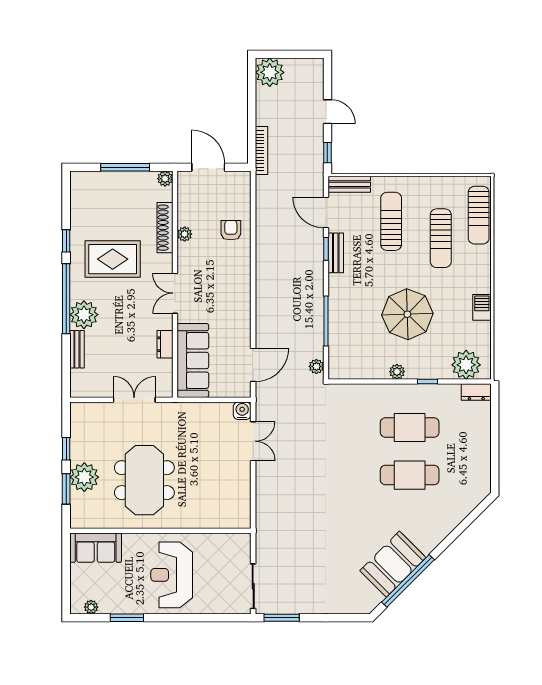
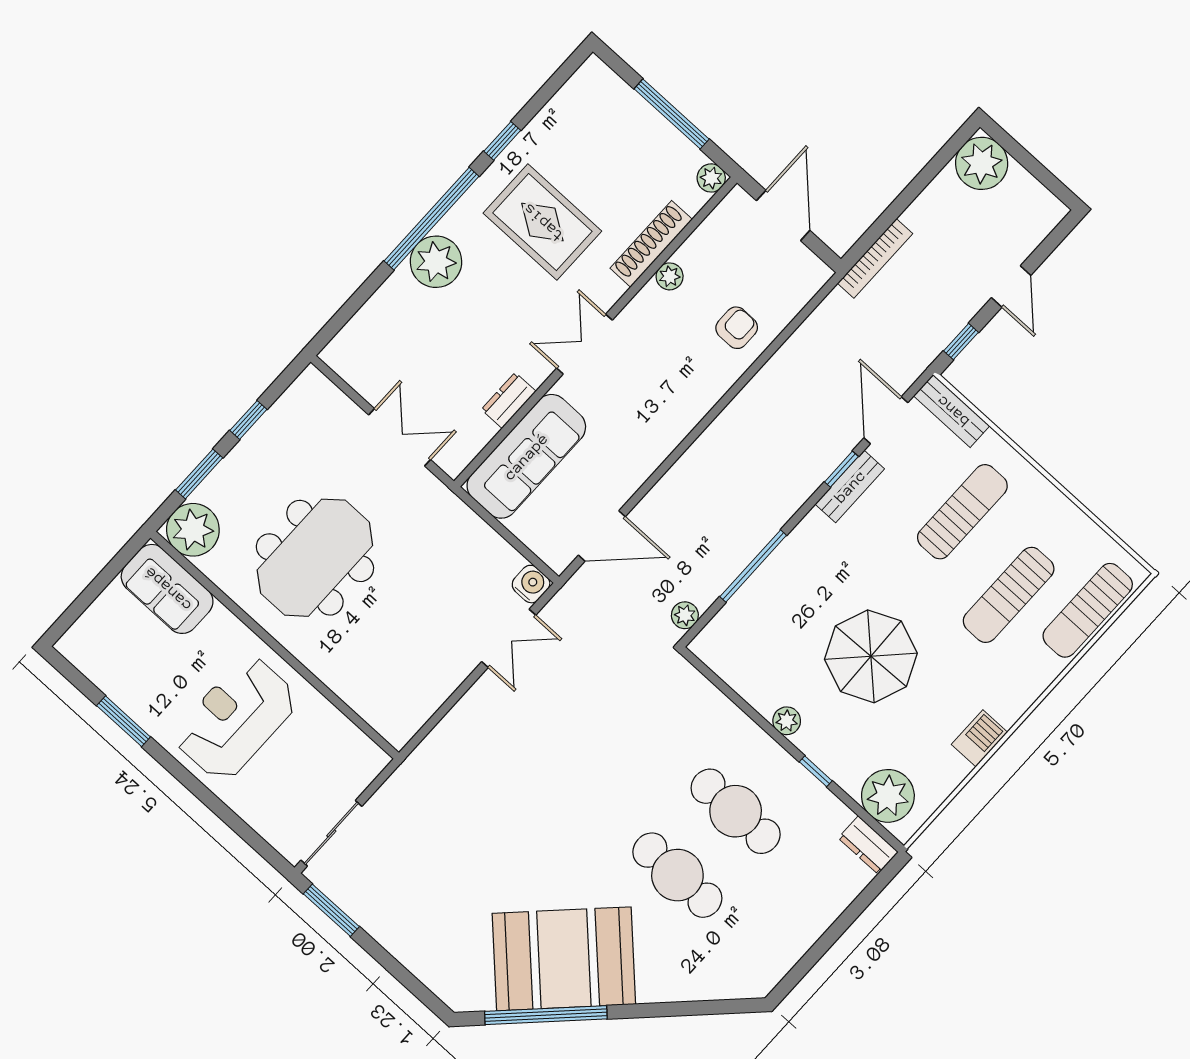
bench: (77, 349) -> (384, 300), removed
plant: (84, 477) -> (193, 530), moved
booth: (393, 564) -> (564, 959), width x1.36, depth x1.42
plant: (91, 607) -> (88, 663), removed

